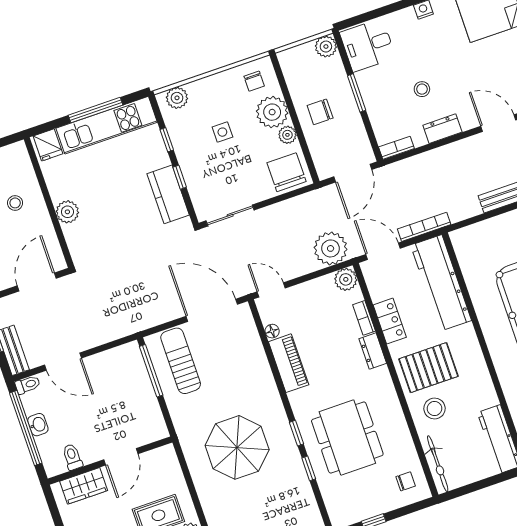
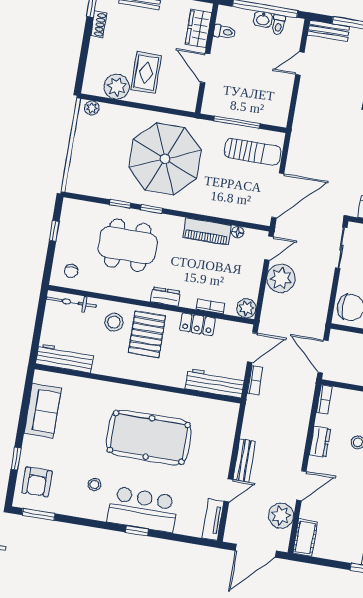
bookcase: (424, 227) -> (255, 380), width x0.64
plant: (331, 248) -> (281, 278), moved
workbench: (441, 283) -> (215, 383), width x0.73, depth x0.76
dresser: (373, 351) -> (165, 297), moved
door: (63, 362) -> (300, 64), width x0.73
window: (151, 371) -> (237, 122), moved
toilet: (28, 385) -> (279, 25), moved
parasol: (237, 447) -> (165, 159), width x1.36, depth x1.36

